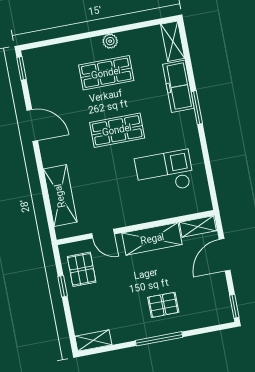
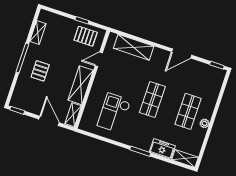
freezer: (178, 86) -> (162, 149), width x0.71
checkout: (165, 172) -> (114, 113), turned 180
shelving: (93, 341) -> (38, 32), moved

